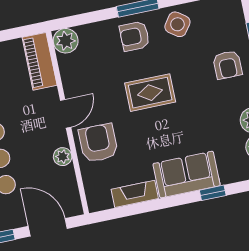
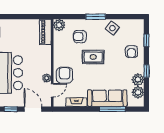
armchair: (135, 36) -> (80, 37), moved
door: (66, 114) -> (52, 90), moved
sofa: (187, 175) -> (107, 98), width x1.36
window: (213, 193) -> (112, 109), width x2.17

